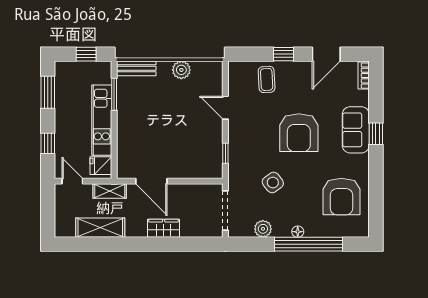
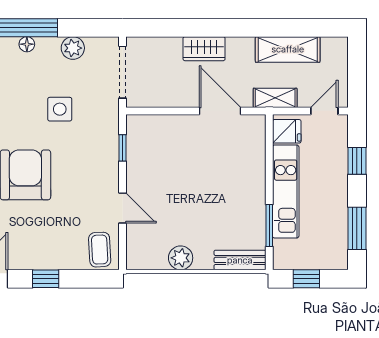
coffee table: (267, 79) -> (100, 250), moved
door: (72, 181) -> (324, 111), swing flipped
side table: (273, 182) -> (60, 109), turned 37

